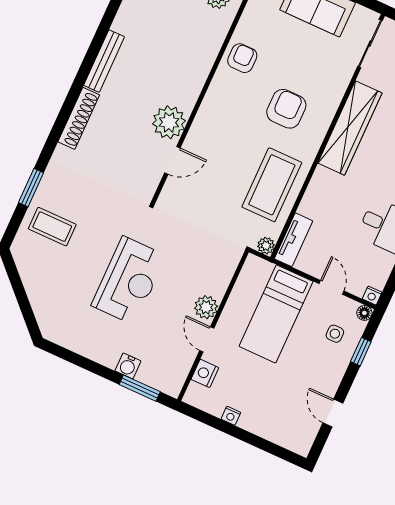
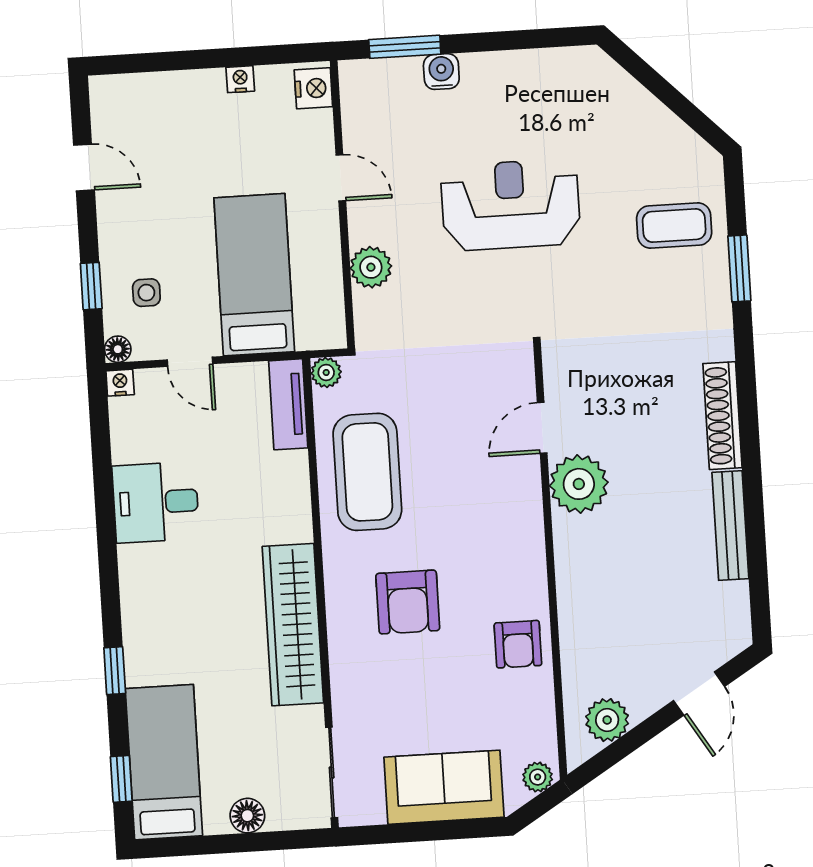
reception desk: (129, 281) -> (510, 205), turned 90
plant: (206, 307) -> (371, 267), moved
nightstand: (205, 373) -> (313, 88), moved

